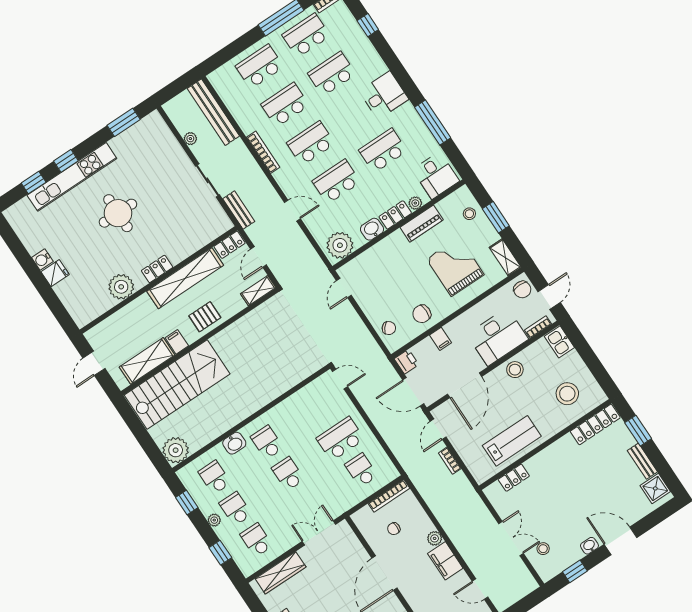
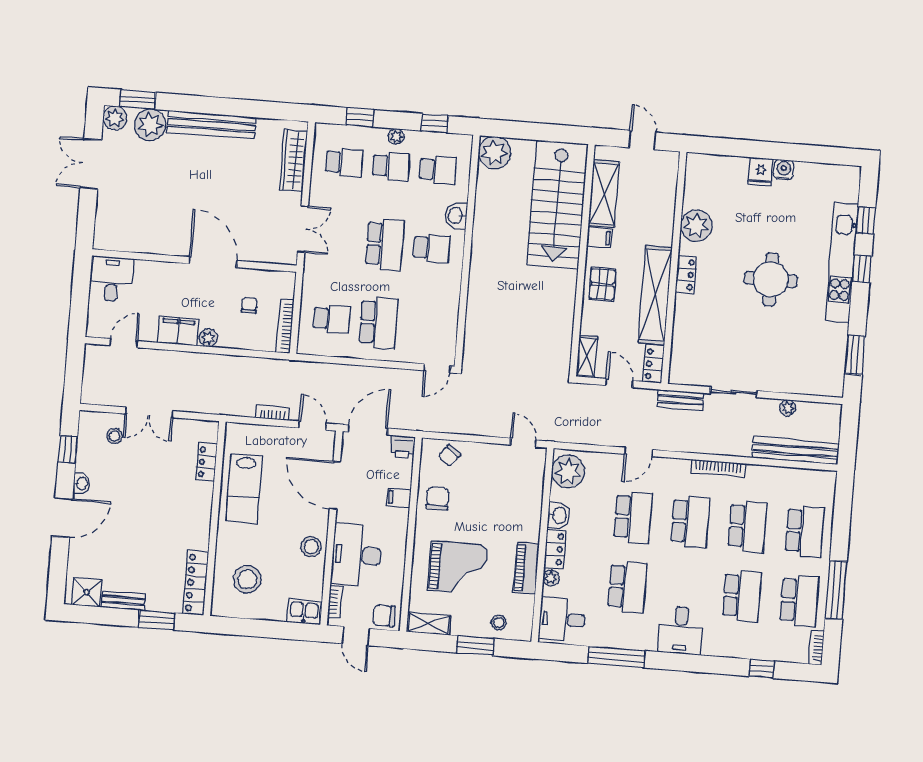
school desk: (288, 474) -> (385, 244), width x1.85

